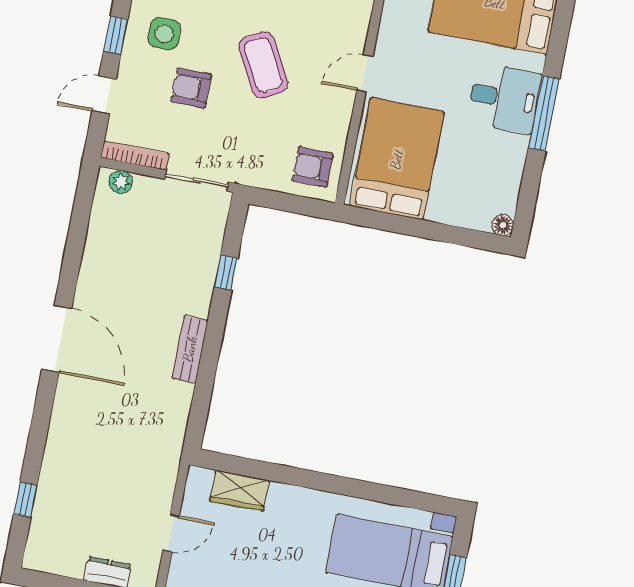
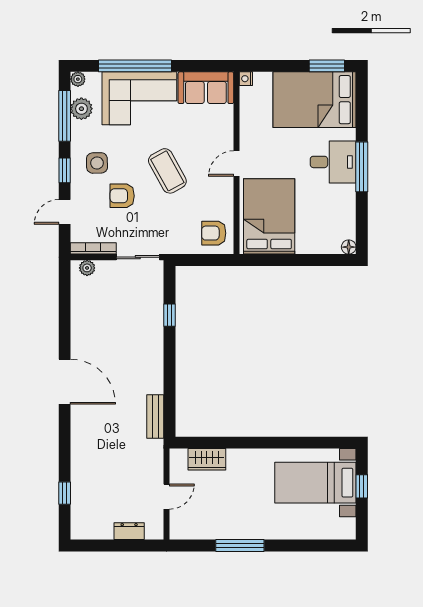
bench: (190, 349) -> (155, 417), moved

